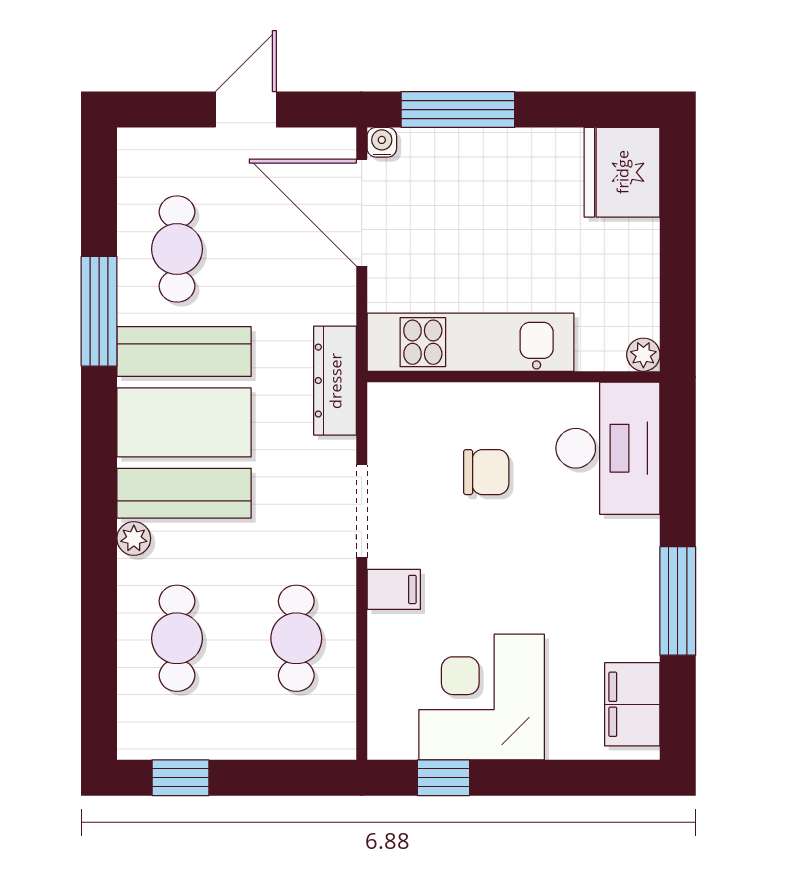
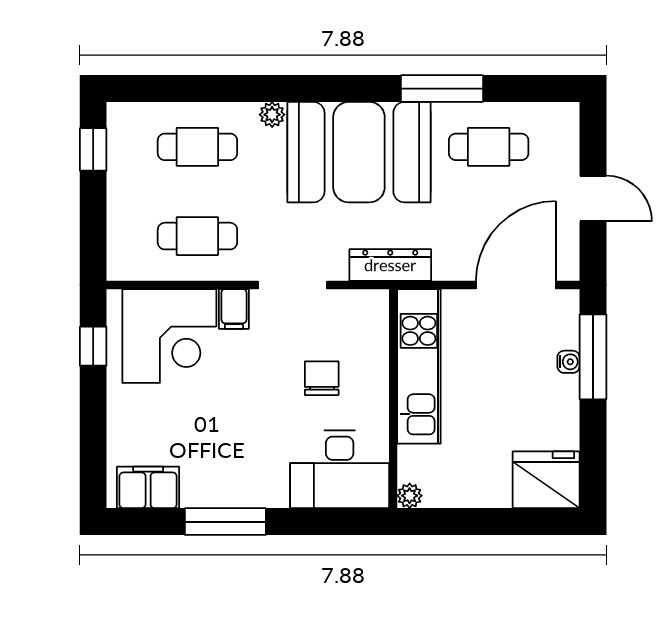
water cooler: (382, 142) -> (568, 362), moved
chair: (486, 472) -> (322, 378), turned 180
corner desk: (482, 697) -> (169, 336), moved, turned 90

